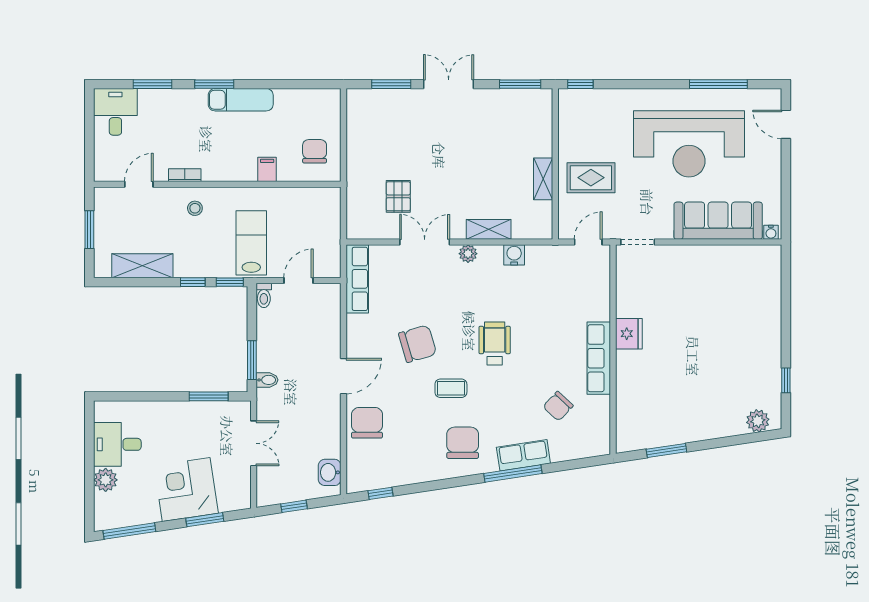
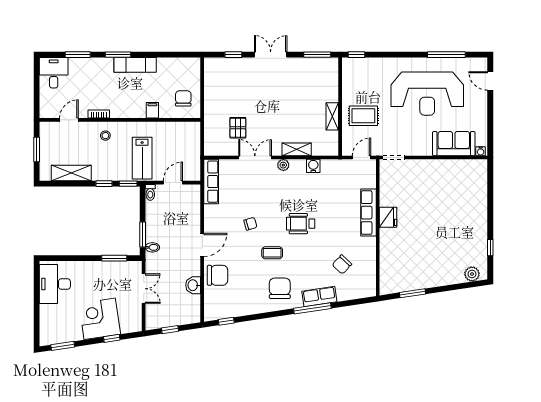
window: (391, 84) -> (233, 55), width x0.67
sofa: (718, 221) -> (454, 144), width x0.73
lab bench: (251, 243) -> (142, 158), turned 180
wheelchair: (495, 343) -> (301, 224), turned -90
chair: (418, 344) -> (250, 224), width x0.54, depth x0.54
row of seats: (599, 358) -> (368, 213), moved
chair: (367, 423) -> (217, 275), turned 90
desk: (117, 444) -> (55, 284), width x1.37
washbasin: (330, 472) -> (193, 285), moved
plant: (106, 480) -> (47, 312), removed
window: (205, 520) -> (112, 338), width x0.67
window: (129, 531) -> (63, 346), width x0.69

